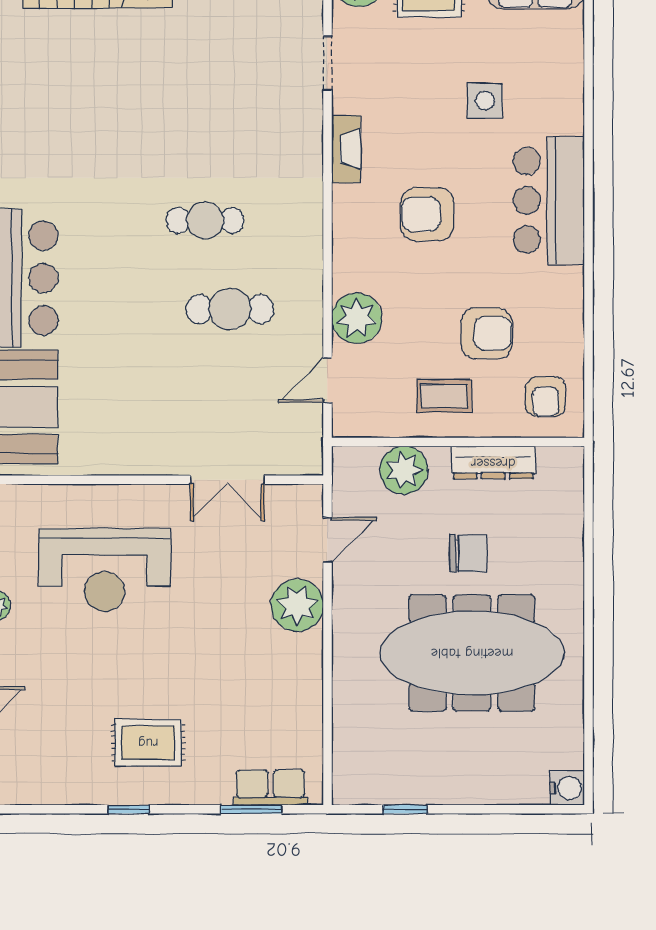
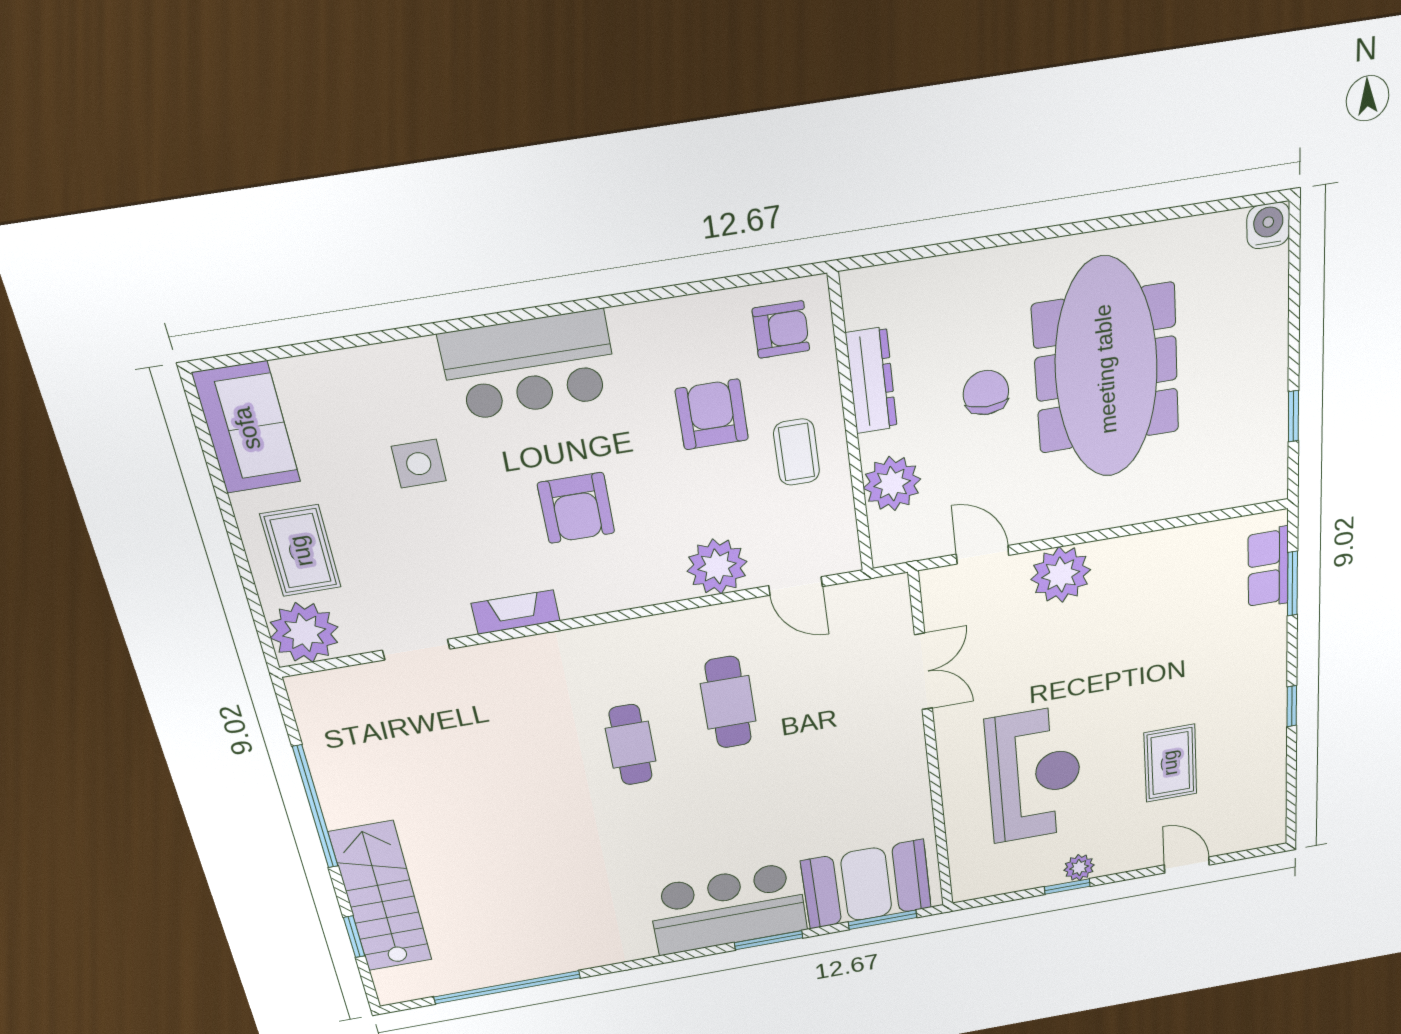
rug: (148, 743) -> (1170, 763), moved

